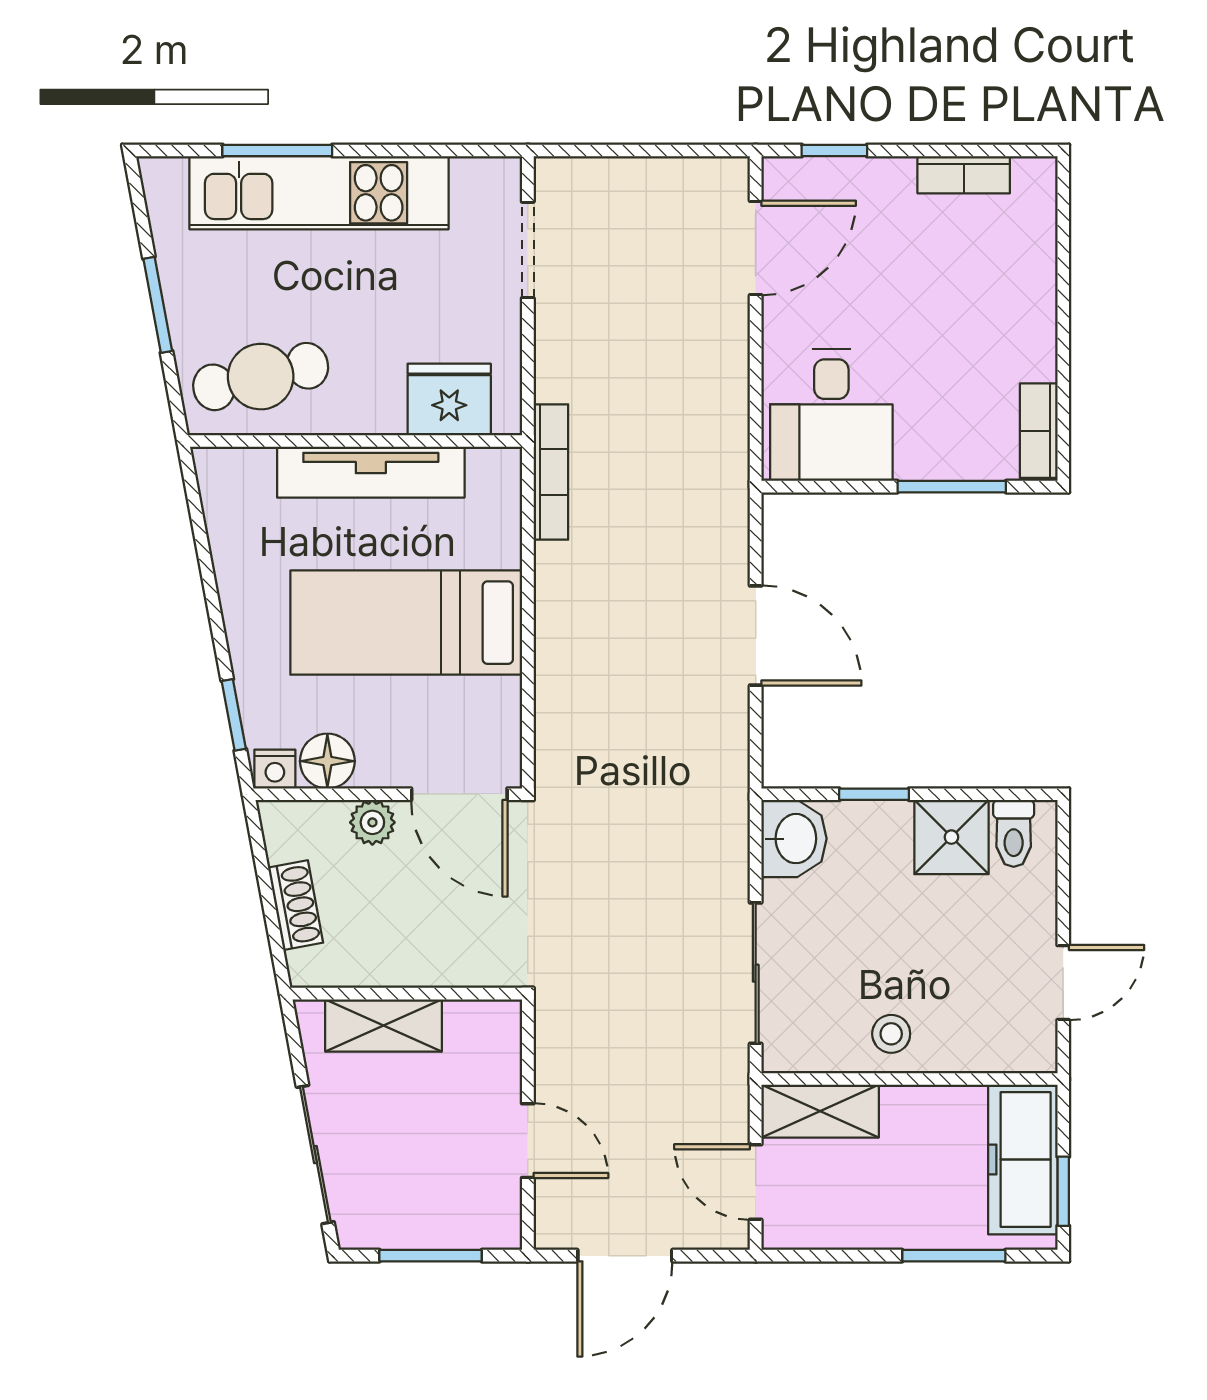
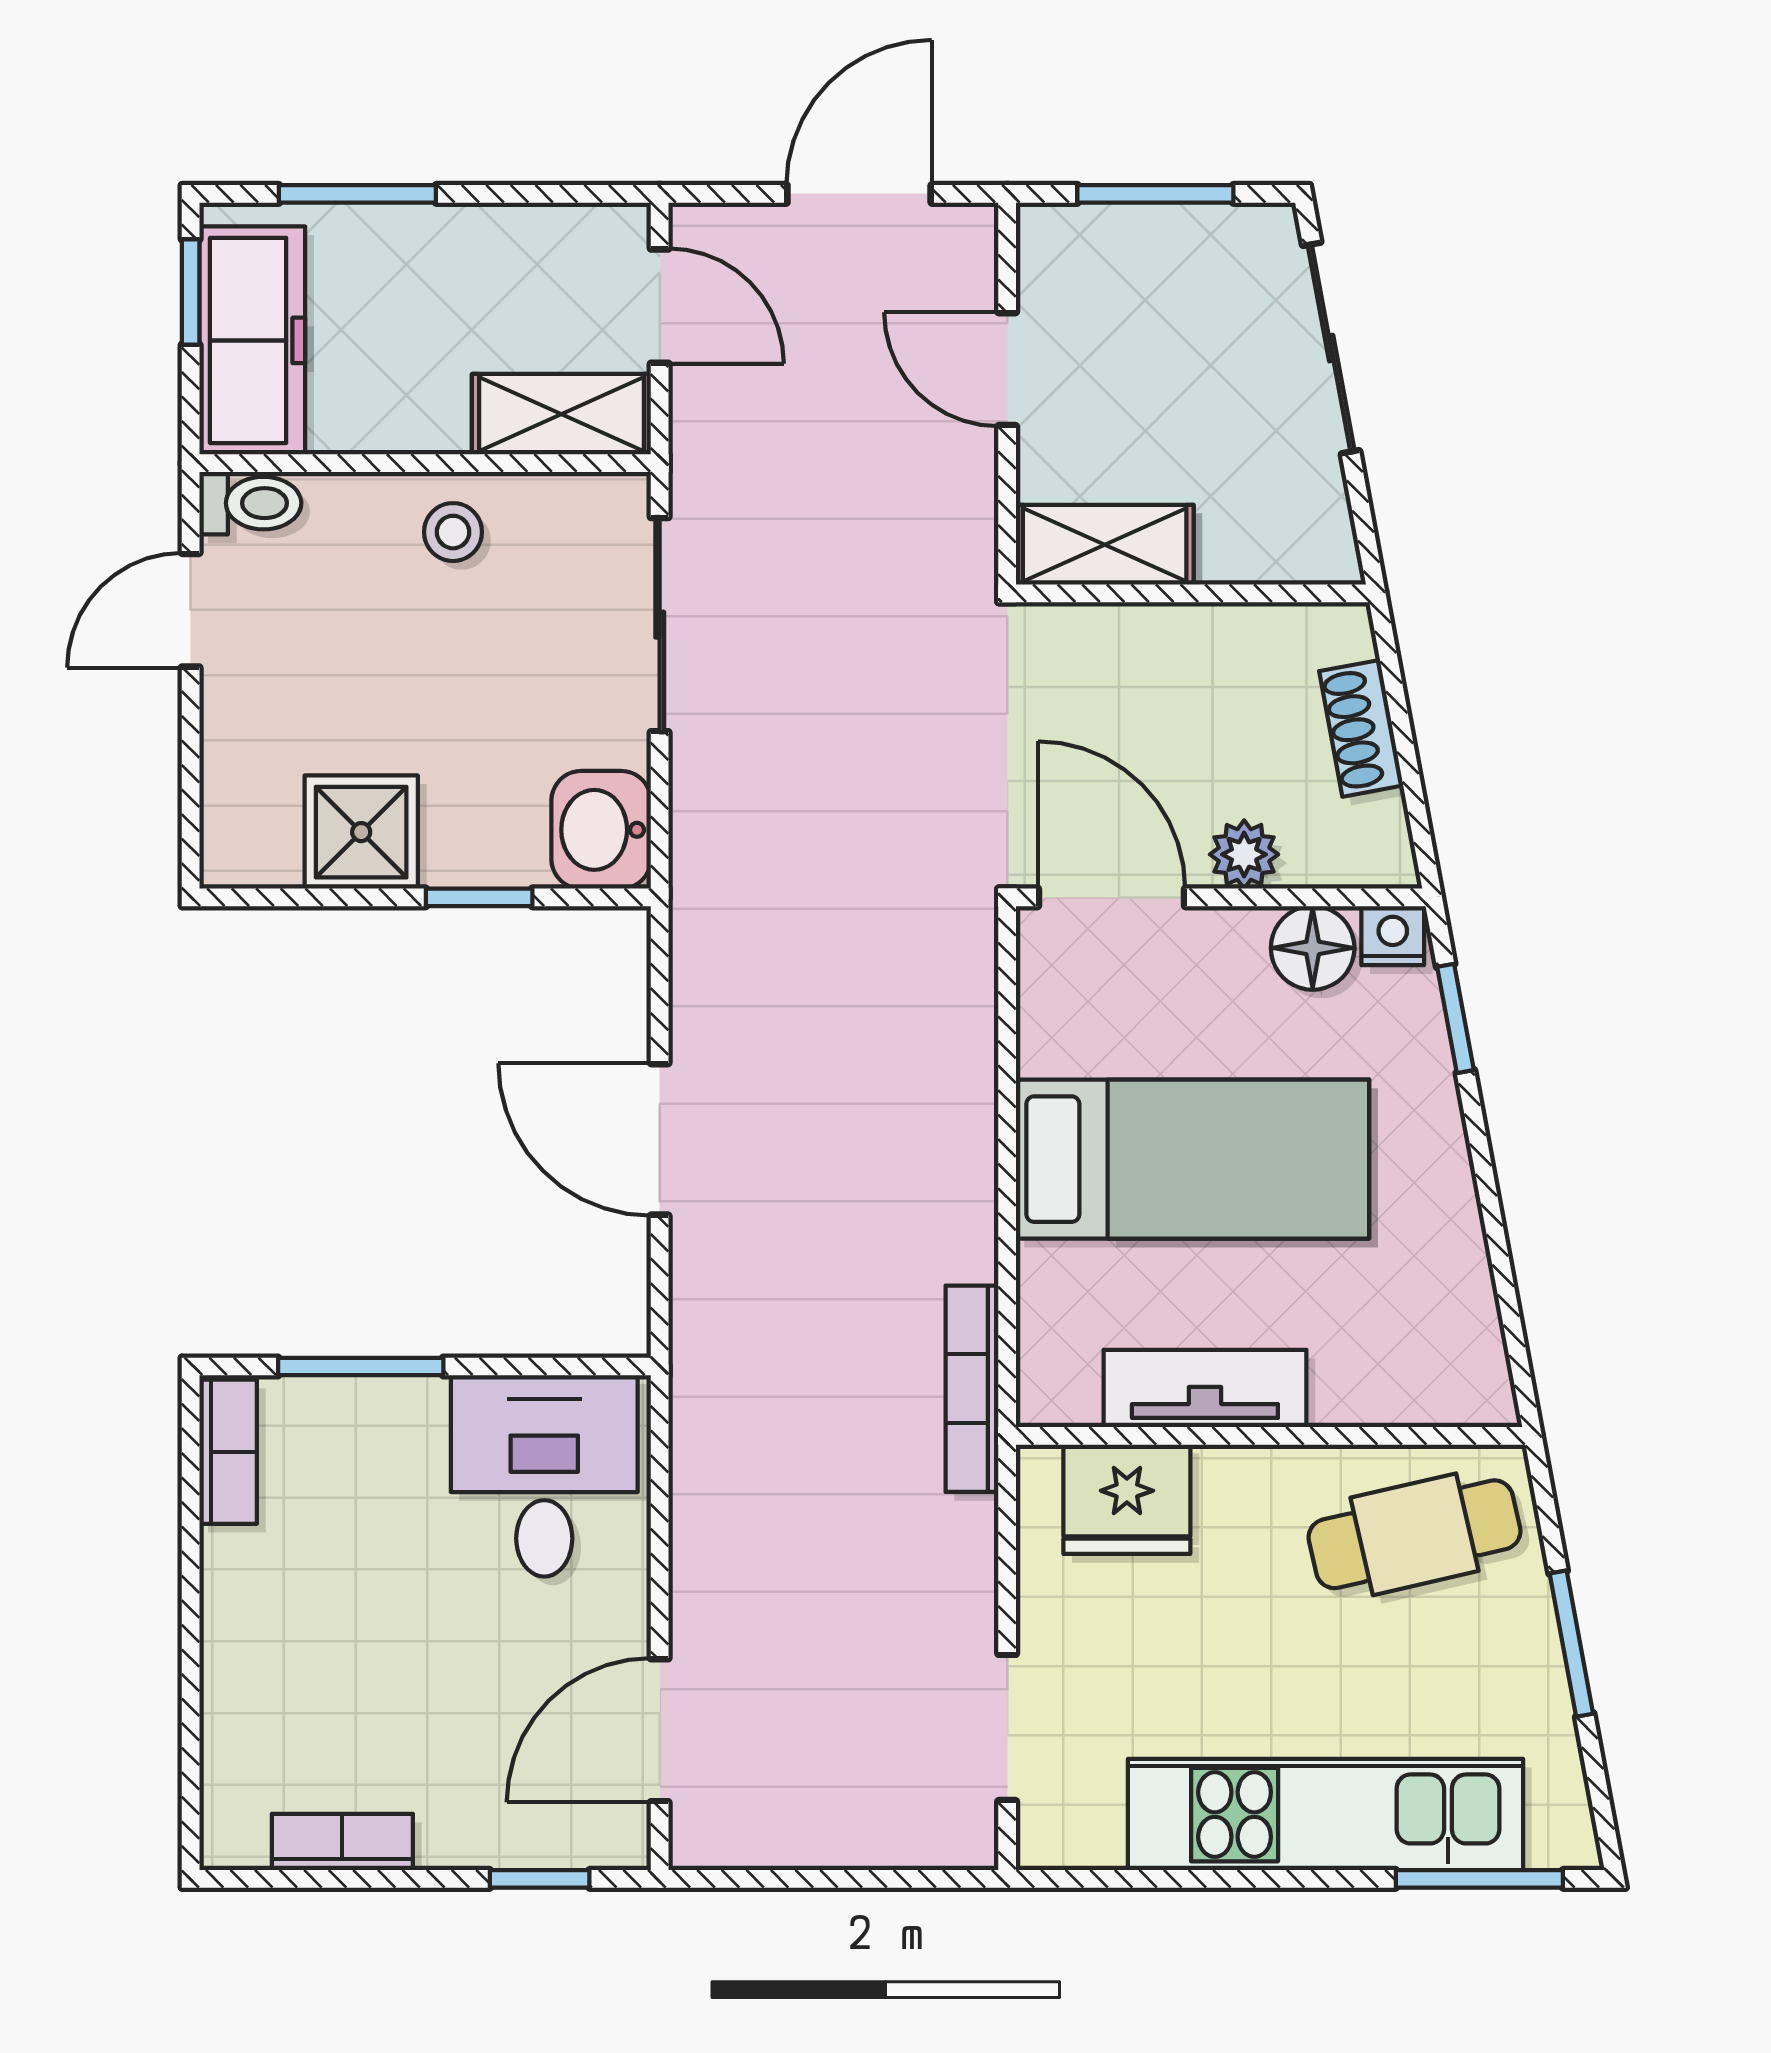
window: (277, 151) -> (1479, 1879), moved
tv unit: (371, 472) -> (1205, 1389), width x0.71
toilet: (1014, 833) -> (250, 503), moved, turned 90
shelving: (383, 1026) -> (1105, 545), moved

